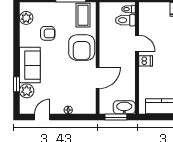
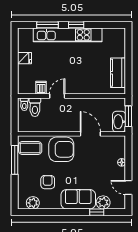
dishwasher: (146, 61) -> (41, 88), moved
washbasin: (124, 107) -> (119, 122), moved

